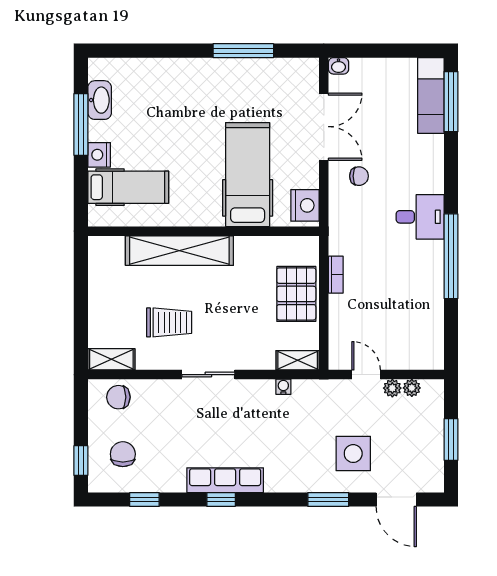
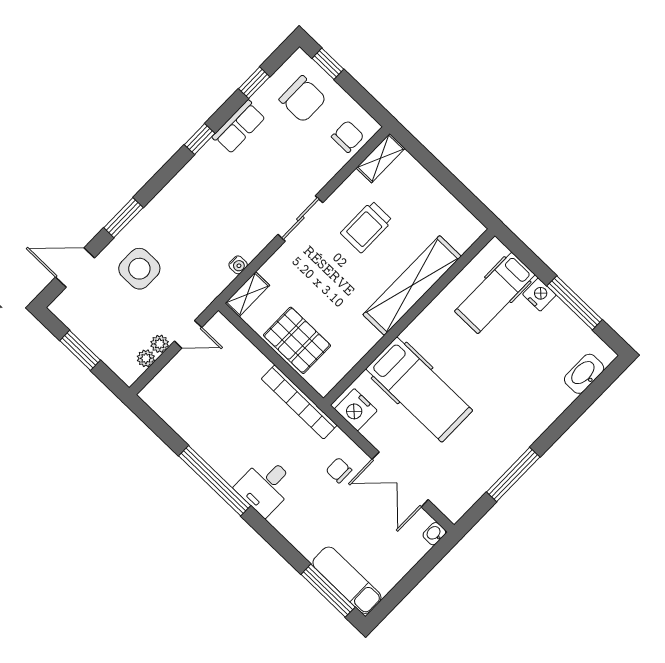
washbasin: (100, 100) -> (584, 374), moved, turned 90
chair: (359, 176) -> (339, 470), turned 90
bookcase: (336, 275) -> (299, 402), width x2.31, depth x1.31
chair: (123, 454) -> (303, 99), width x1.37, depth x1.37
row of seats: (225, 480) -> (239, 127), moved, width x0.68

